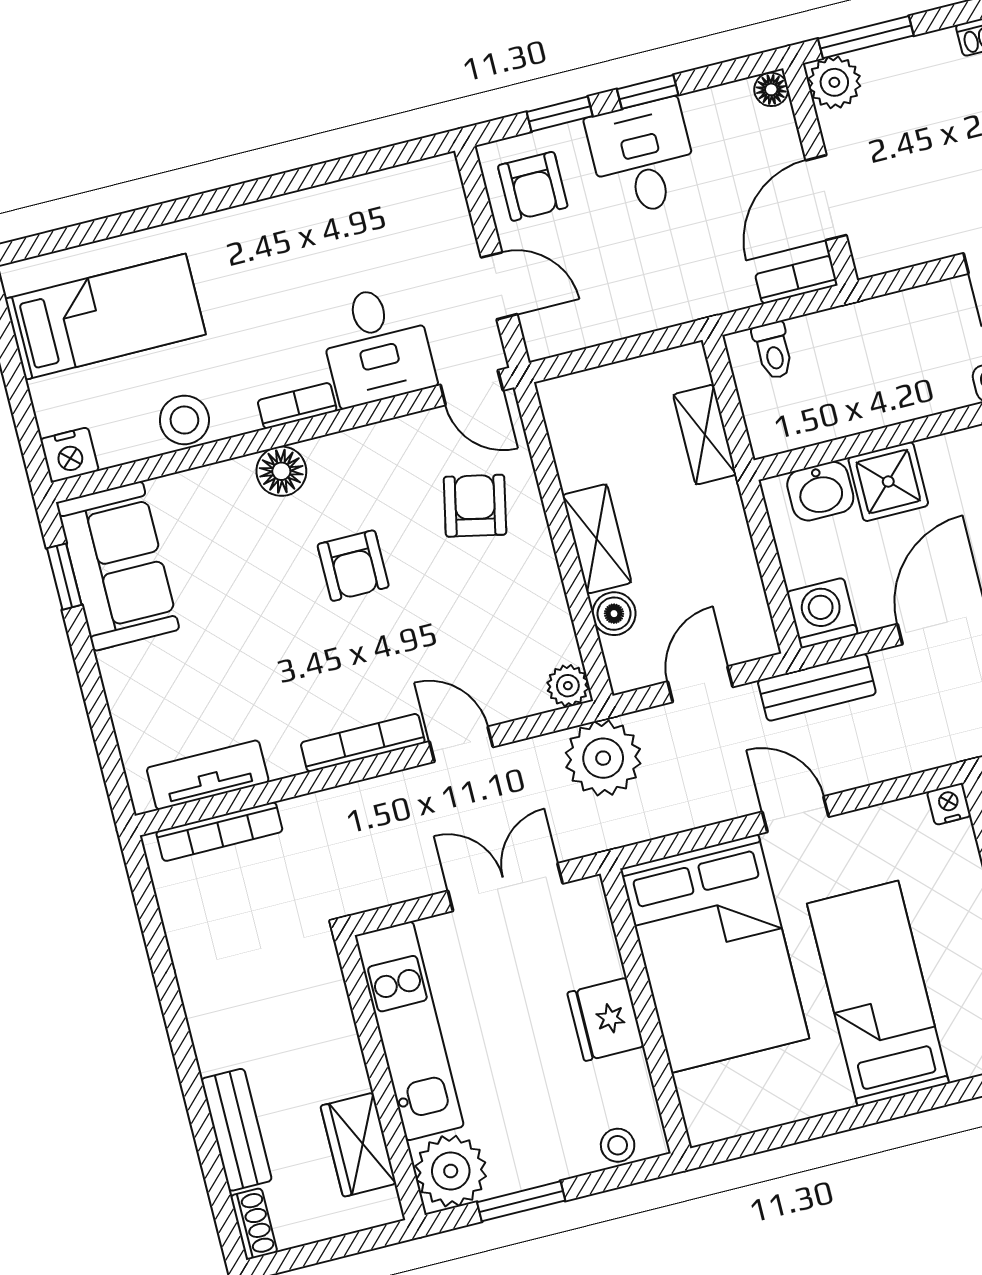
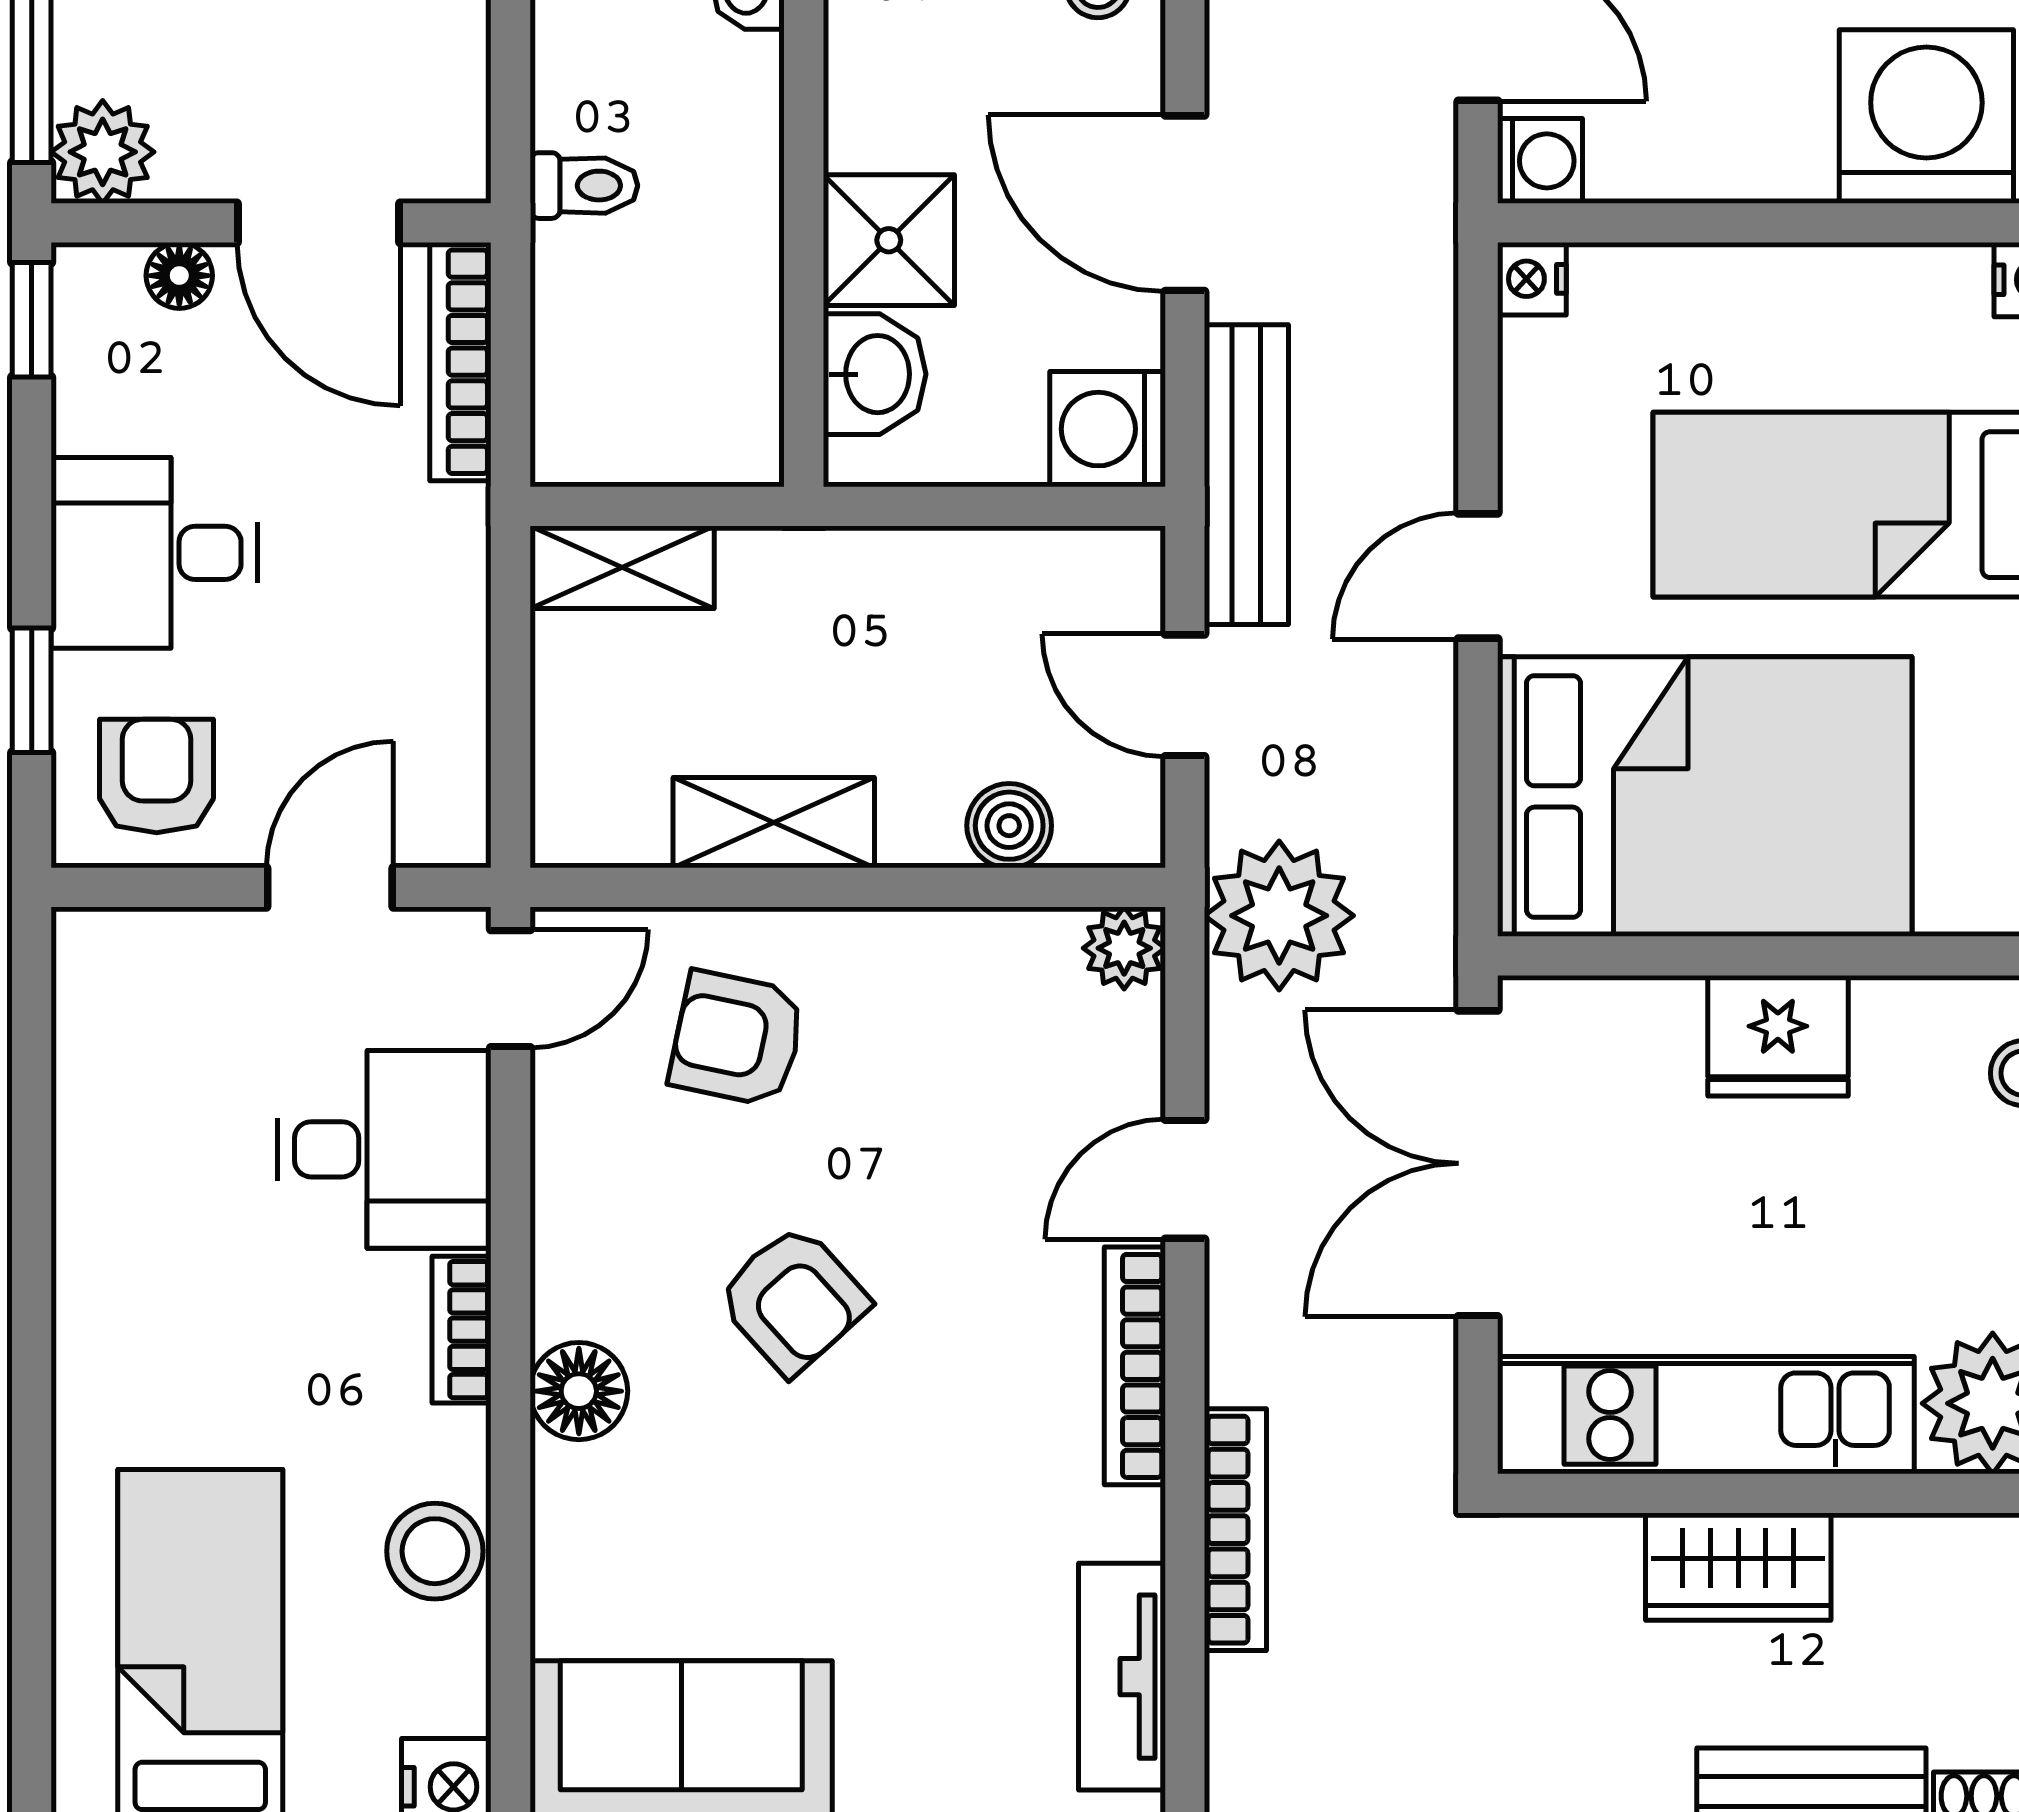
floor lamp: (771, 89) -> (179, 276), moved
window: (648, 92) -> (32, 320), moved
armchair: (533, 186) -> (157, 776), turned -90
bookcase: (796, 280) -> (460, 362), width x1.56
toilet: (773, 350) -> (584, 186), moved
shelving: (705, 435) -> (622, 567), moved
shelving: (597, 539) -> (774, 823), moved
armchair: (353, 566) -> (793, 1300), turned 48
bench: (817, 687) -> (1246, 475), width x1.36
bookcase: (219, 832) -> (1235, 1530), moved
double door: (505, 887) -> (1478, 1163), width x1.37
wardrobe: (358, 1145) -> (1738, 1567), moved

